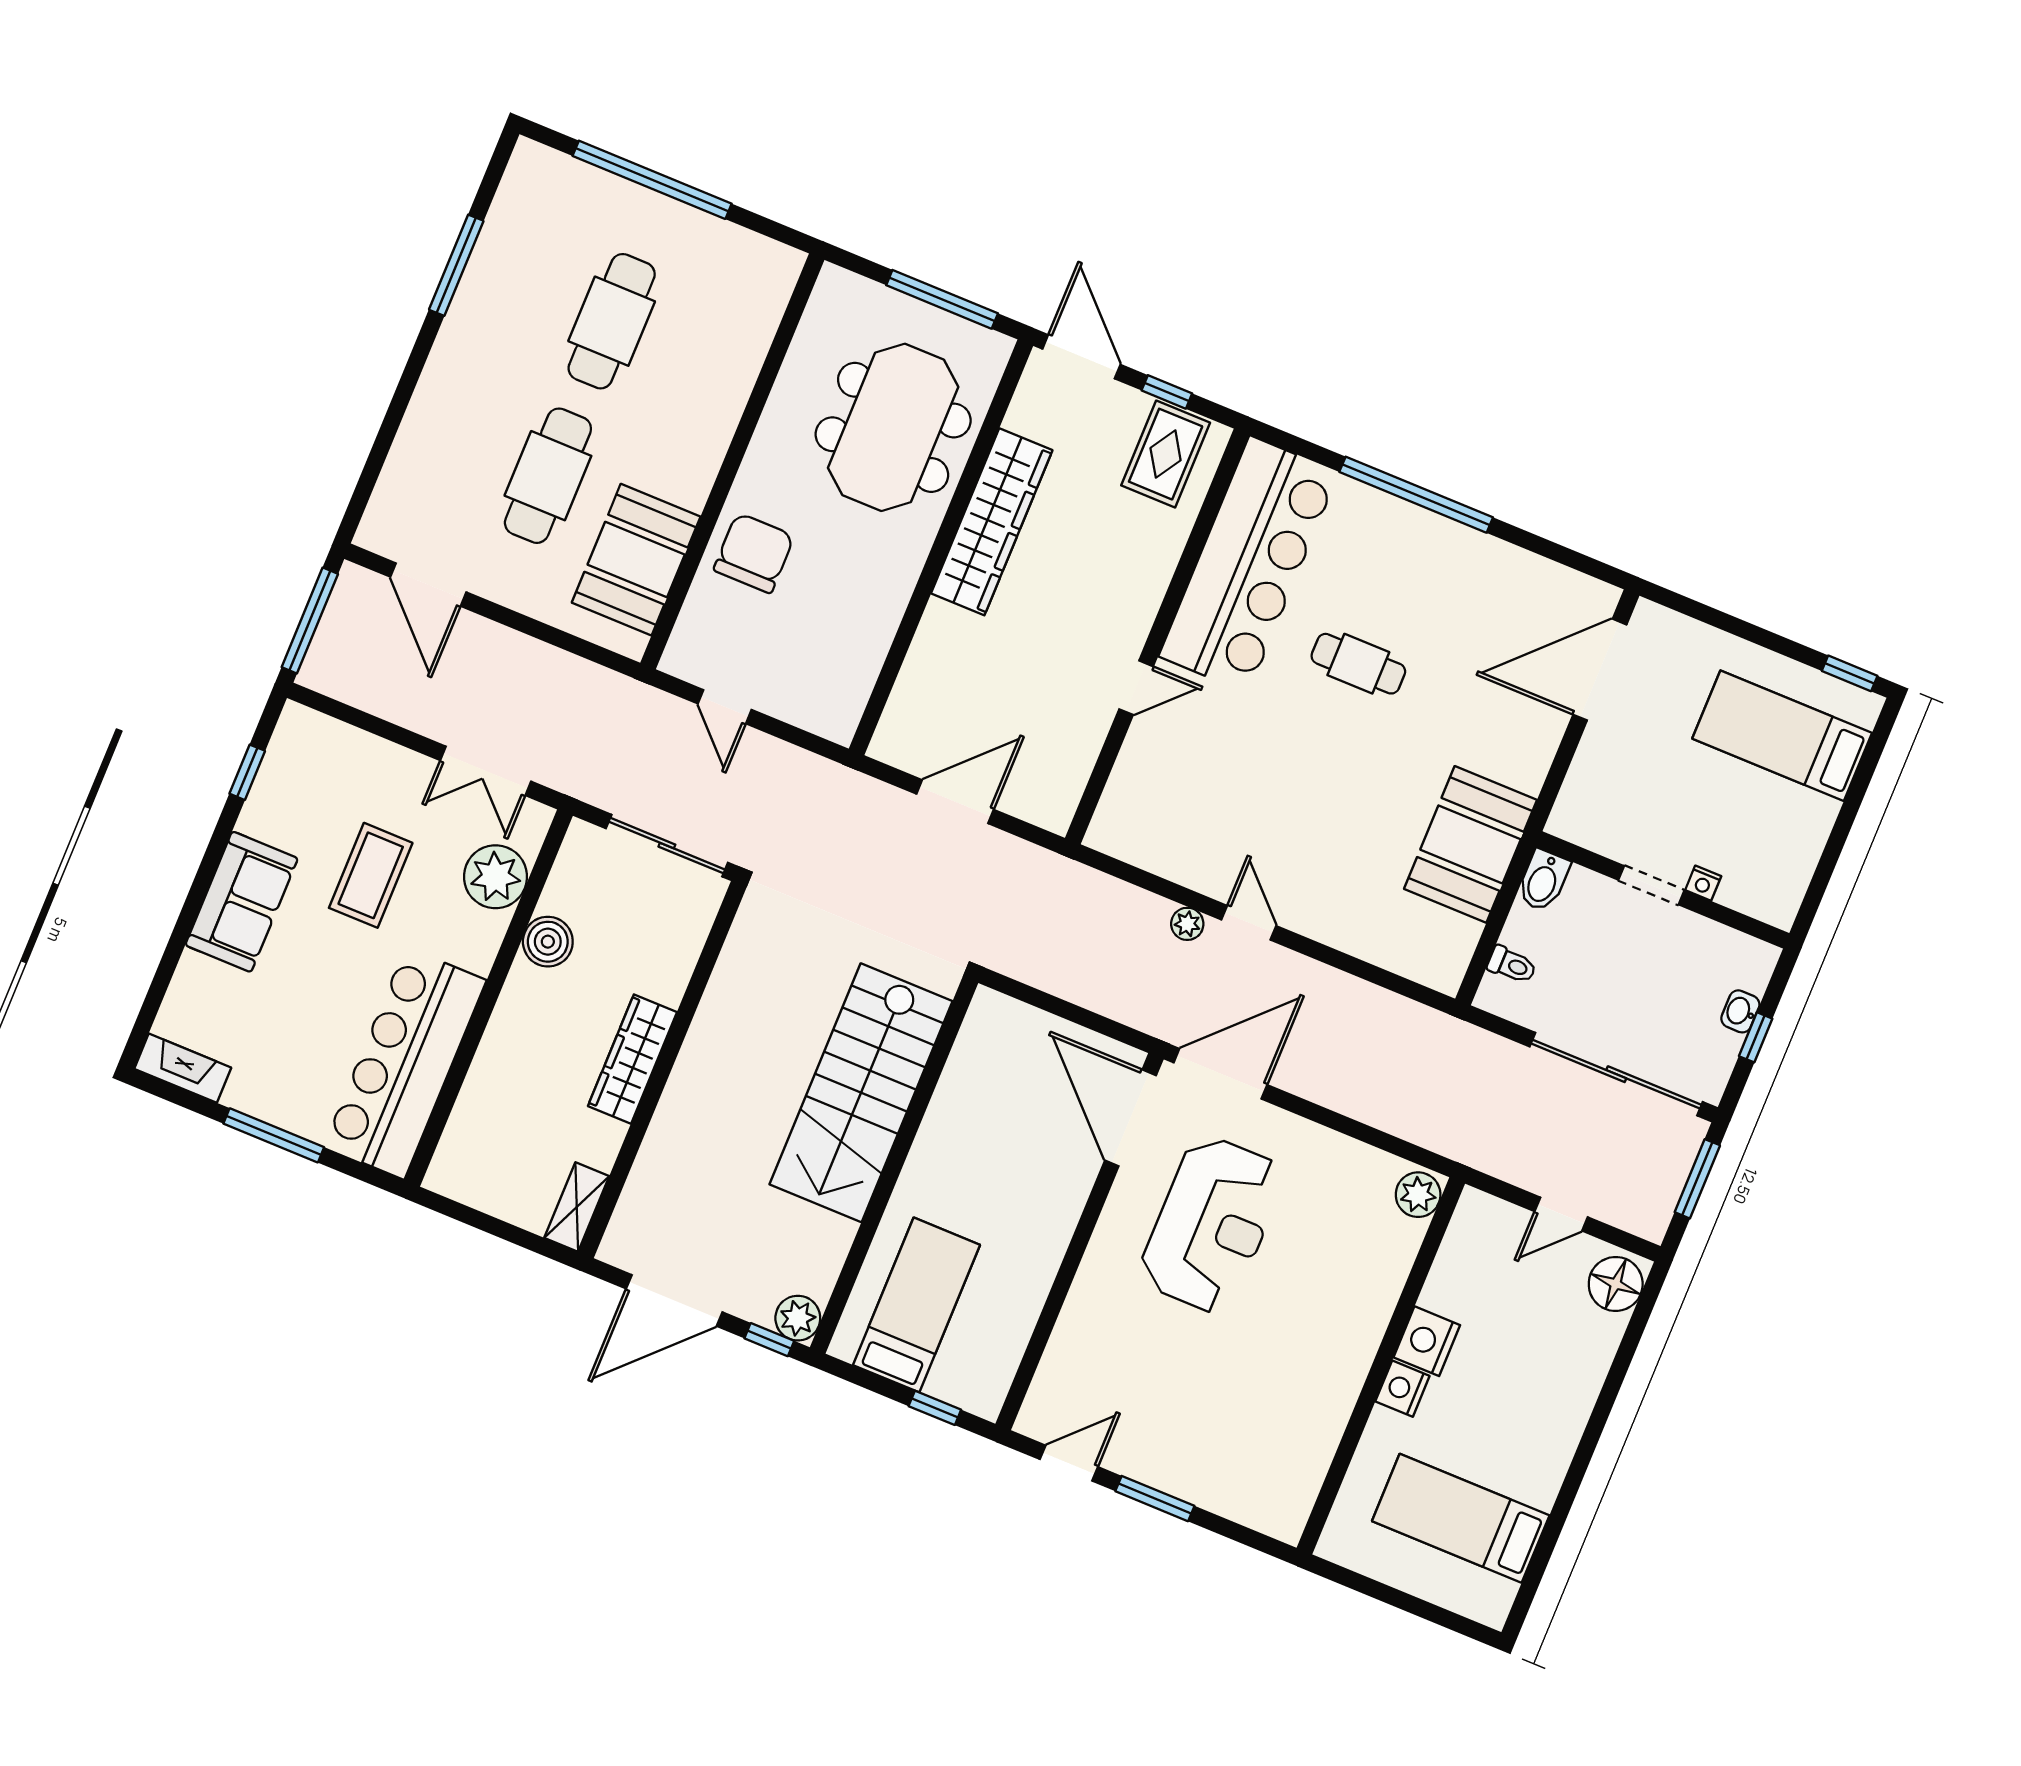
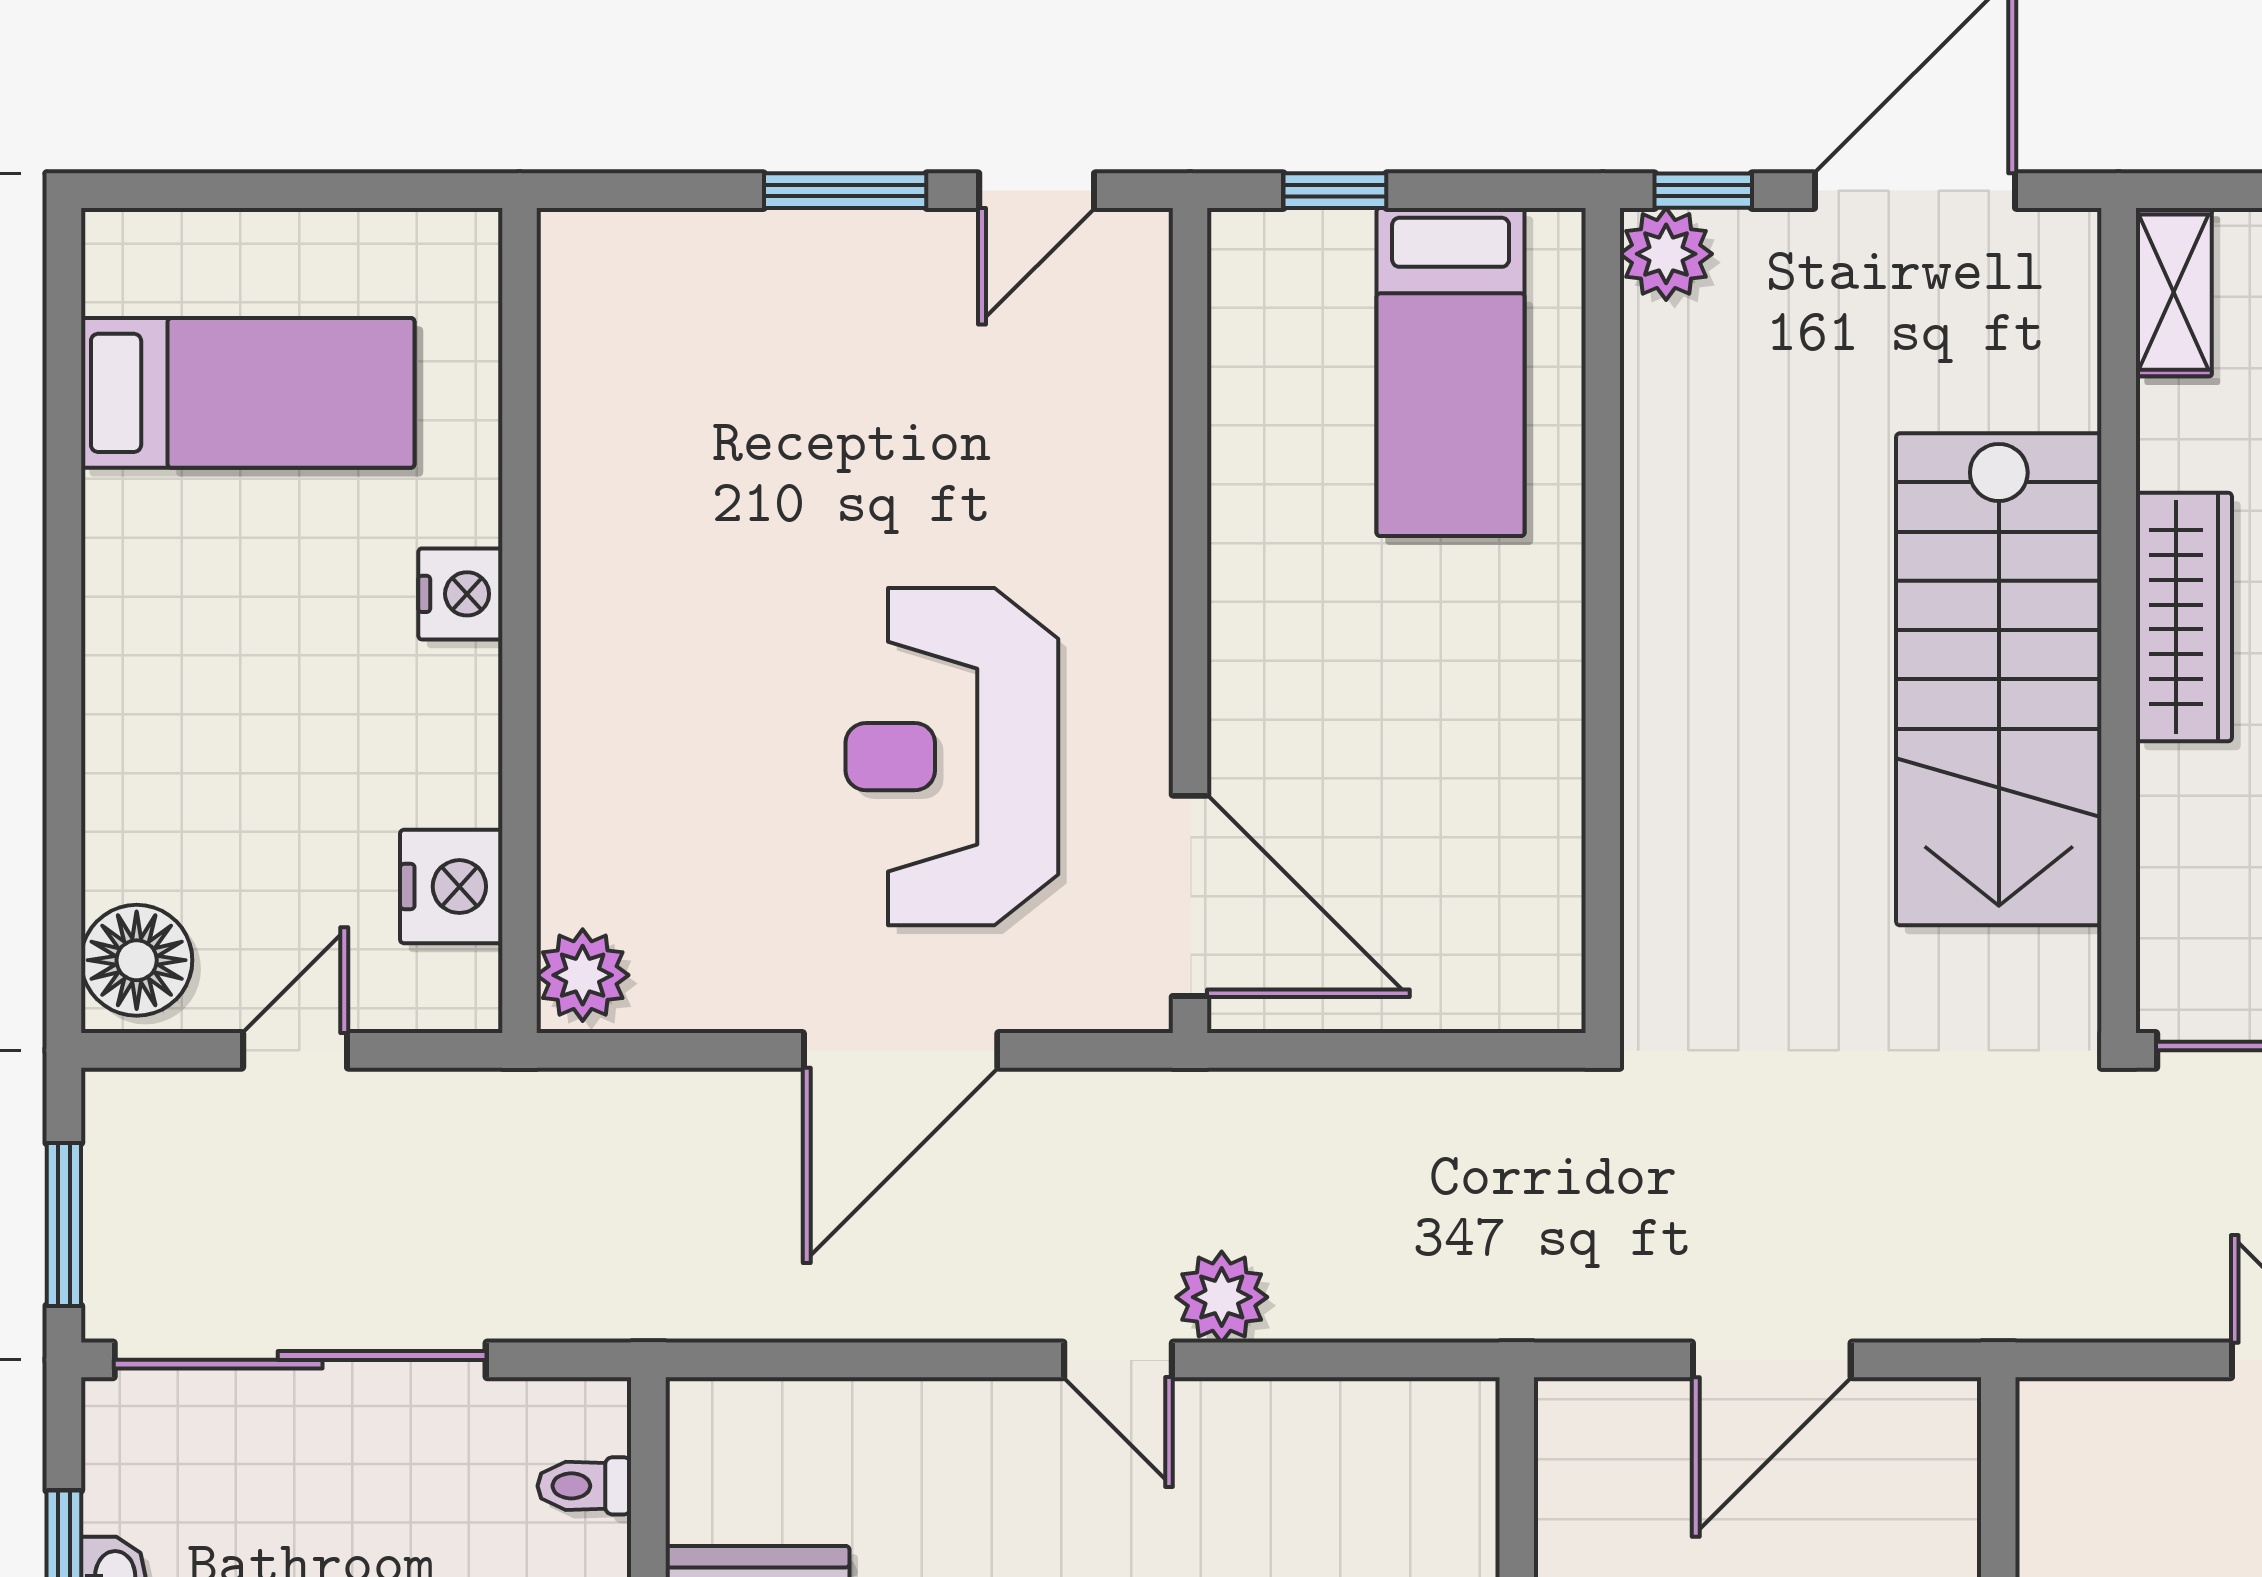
plant: (1187, 924) -> (1222, 1297), width x1.38, depth x1.38
door: (1220, 1074) -> (901, 1050), moved
stairs: (861, 1093) -> (1999, 679), moved, turned 180
nightstand: (1427, 1341) -> (451, 887), moved

